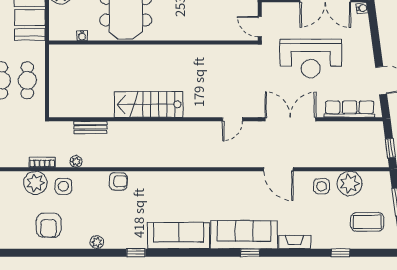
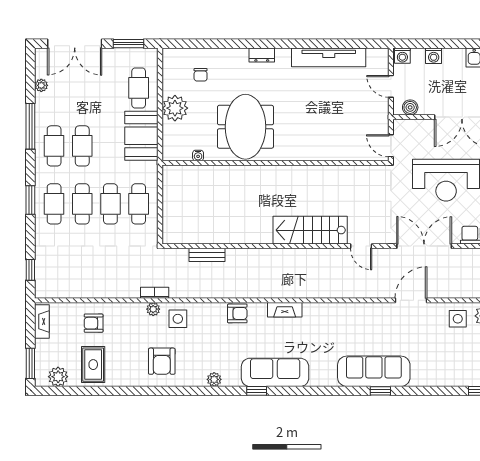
stairs: (149, 104) -> (310, 230), moved
door: (232, 119) -> (361, 246), hinge flipped
plant: (76, 162) -> (192, 292), removed
door: (278, 169) -> (411, 300), swing flipped
plant: (35, 183) -> (153, 309), width x0.53, depth x0.53
sofa: (179, 236) -> (275, 372), moved
fireplace: (294, 242) -> (285, 310), moved, turned 180

